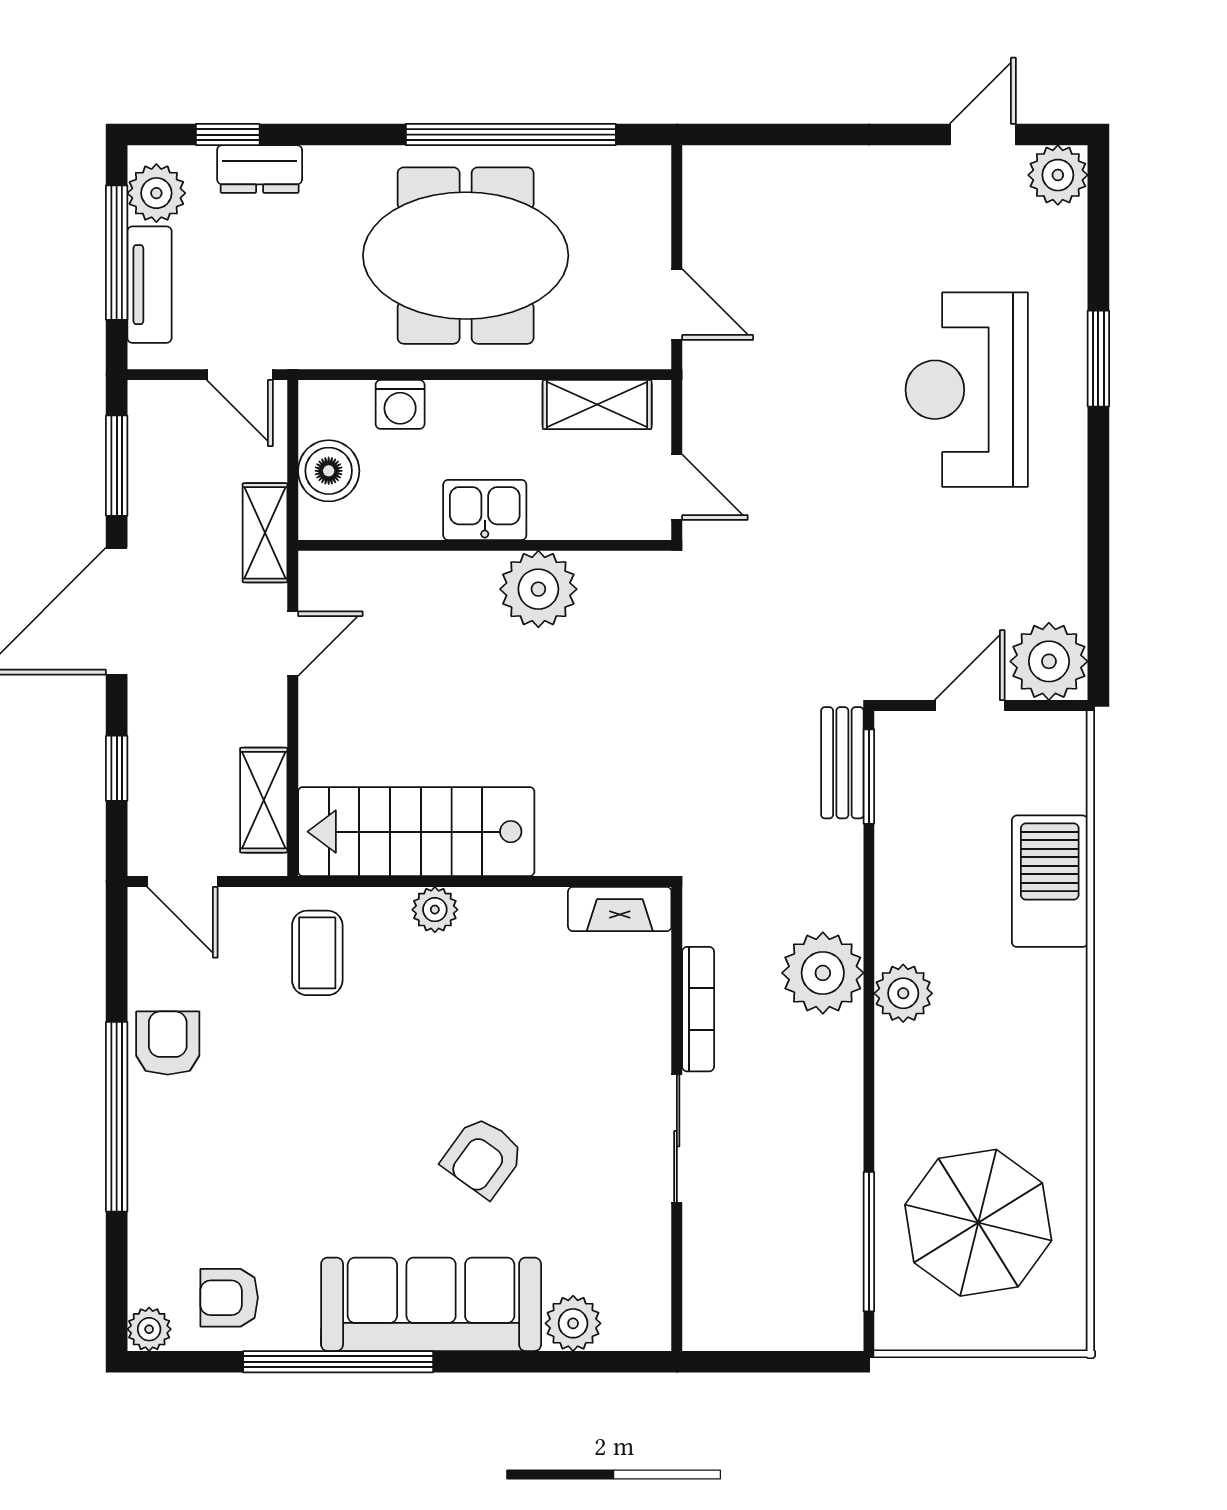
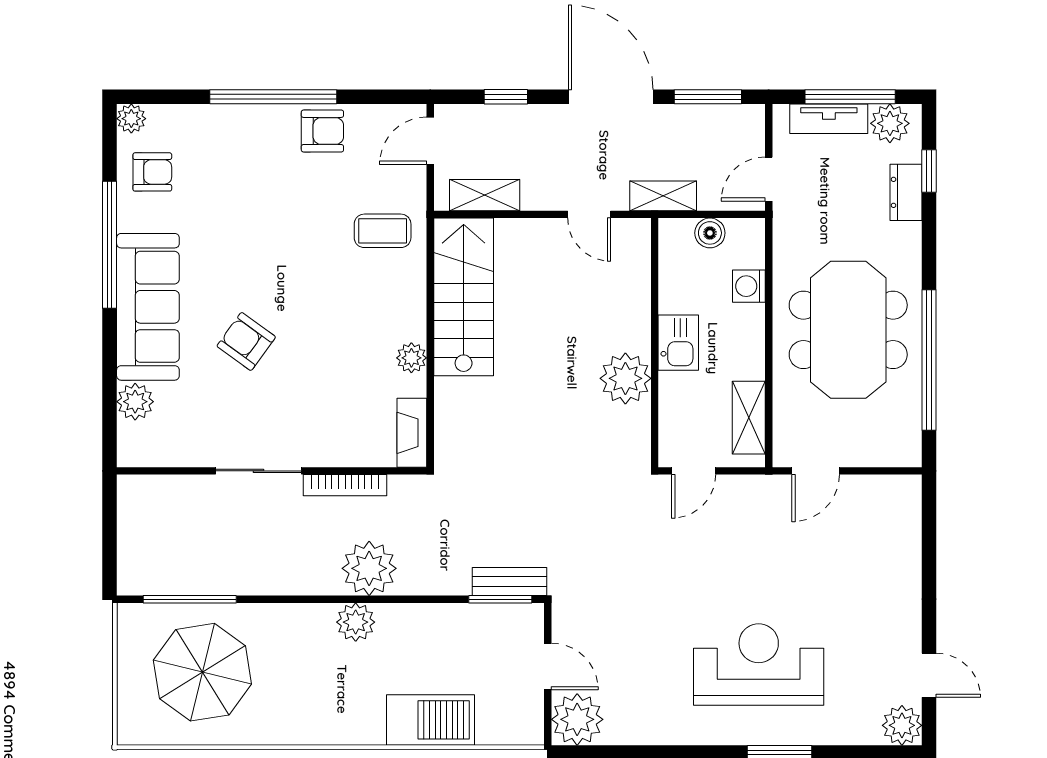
boiler: (329, 471) -> (710, 233), width x0.73, depth x0.73
plant: (435, 910) -> (411, 358), moved
armchair: (229, 1298) -> (152, 172), turned 90

